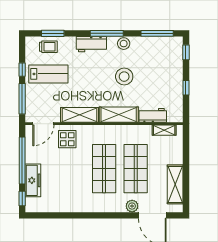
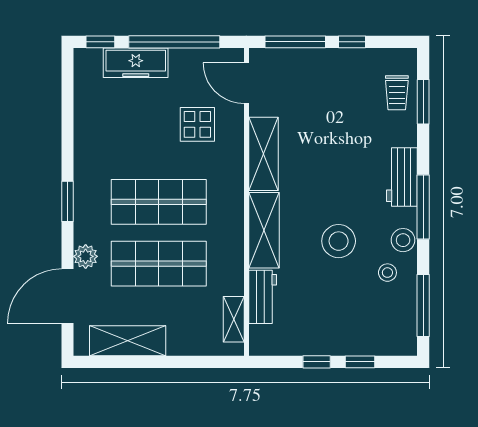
stool: (140, 52) -> (387, 273), added
window: (186, 52) -> (360, 362), moved
lab bench: (48, 74) -> (344, 93), removed
display table: (67, 139) -> (197, 124), moved
window: (104, 215) -> (67, 201), added

